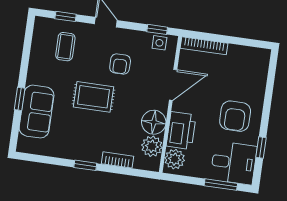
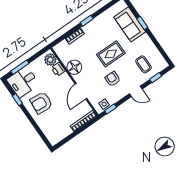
armchair: (235, 116) -> (41, 103), turned -85
printer: (181, 131) -> (58, 69), width x0.53, depth x0.68
plant: (152, 146) -> (65, 56), removed

